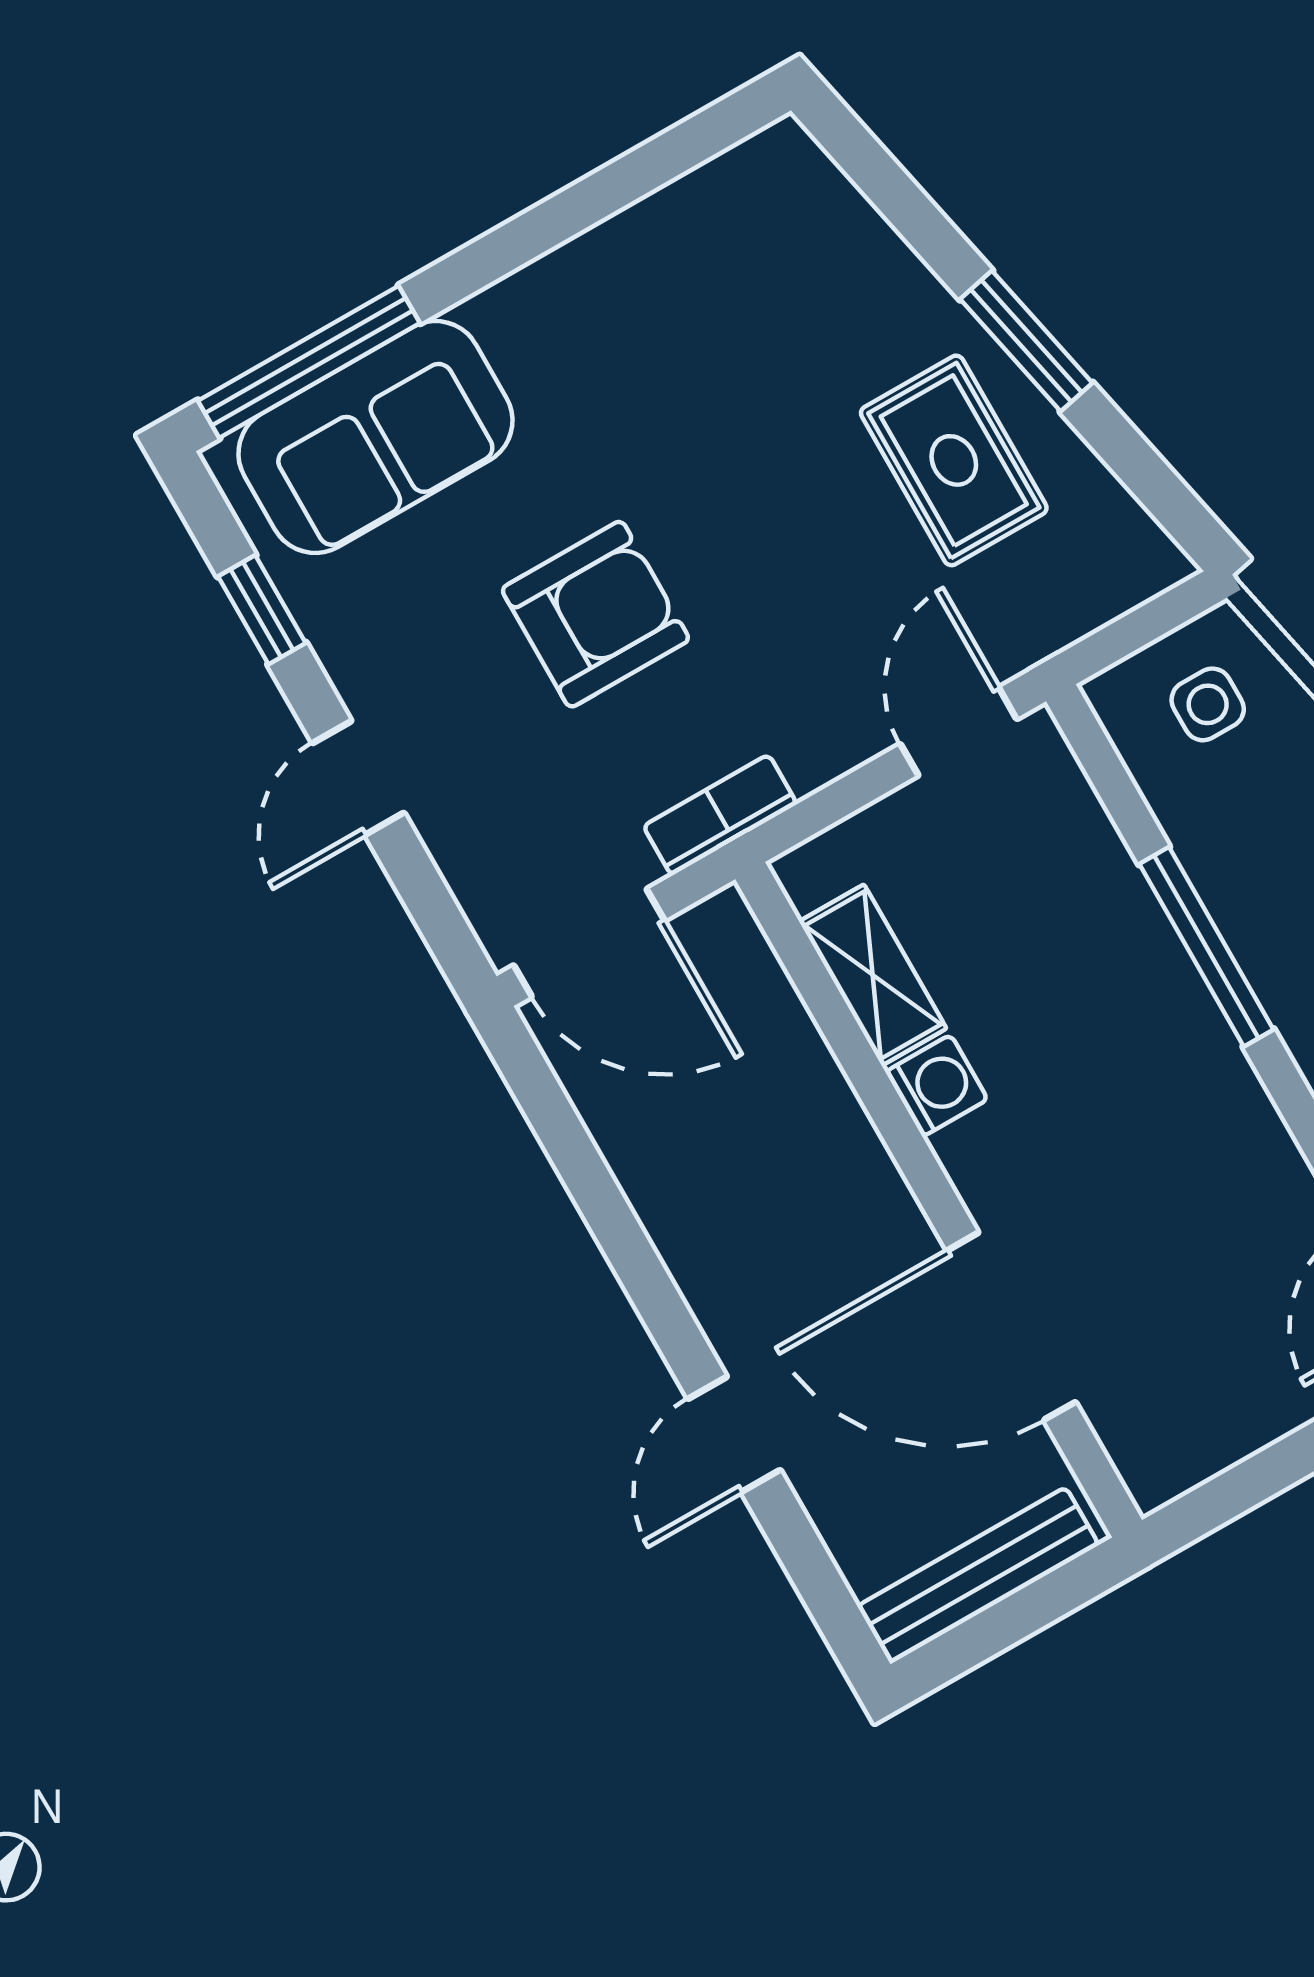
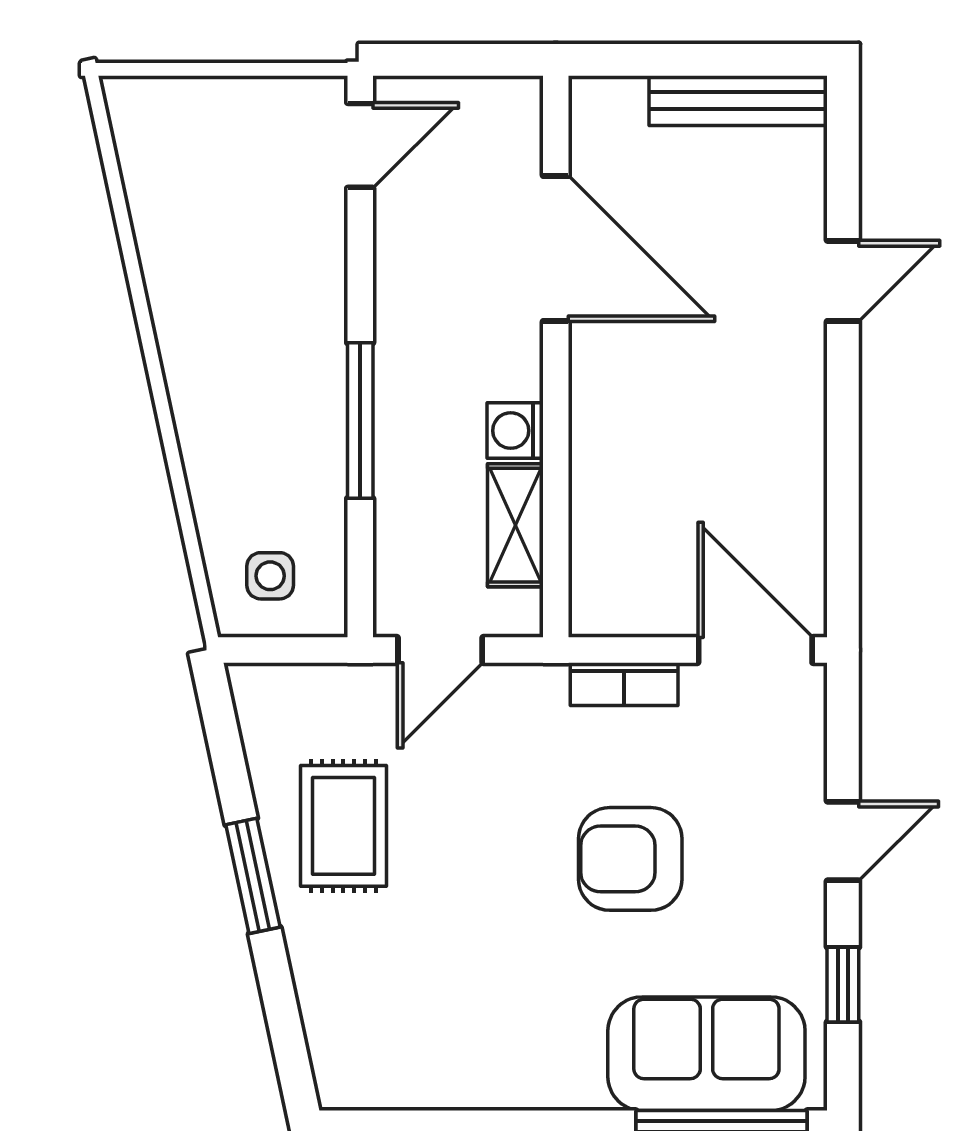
shelving: (873, 975) -> (515, 525), moved
washing machine: (937, 1086) -> (515, 431), moved
wall: (939, 1200) -> (556, 357), moved
door: (1011, 1326) -> (556, 248), moved

